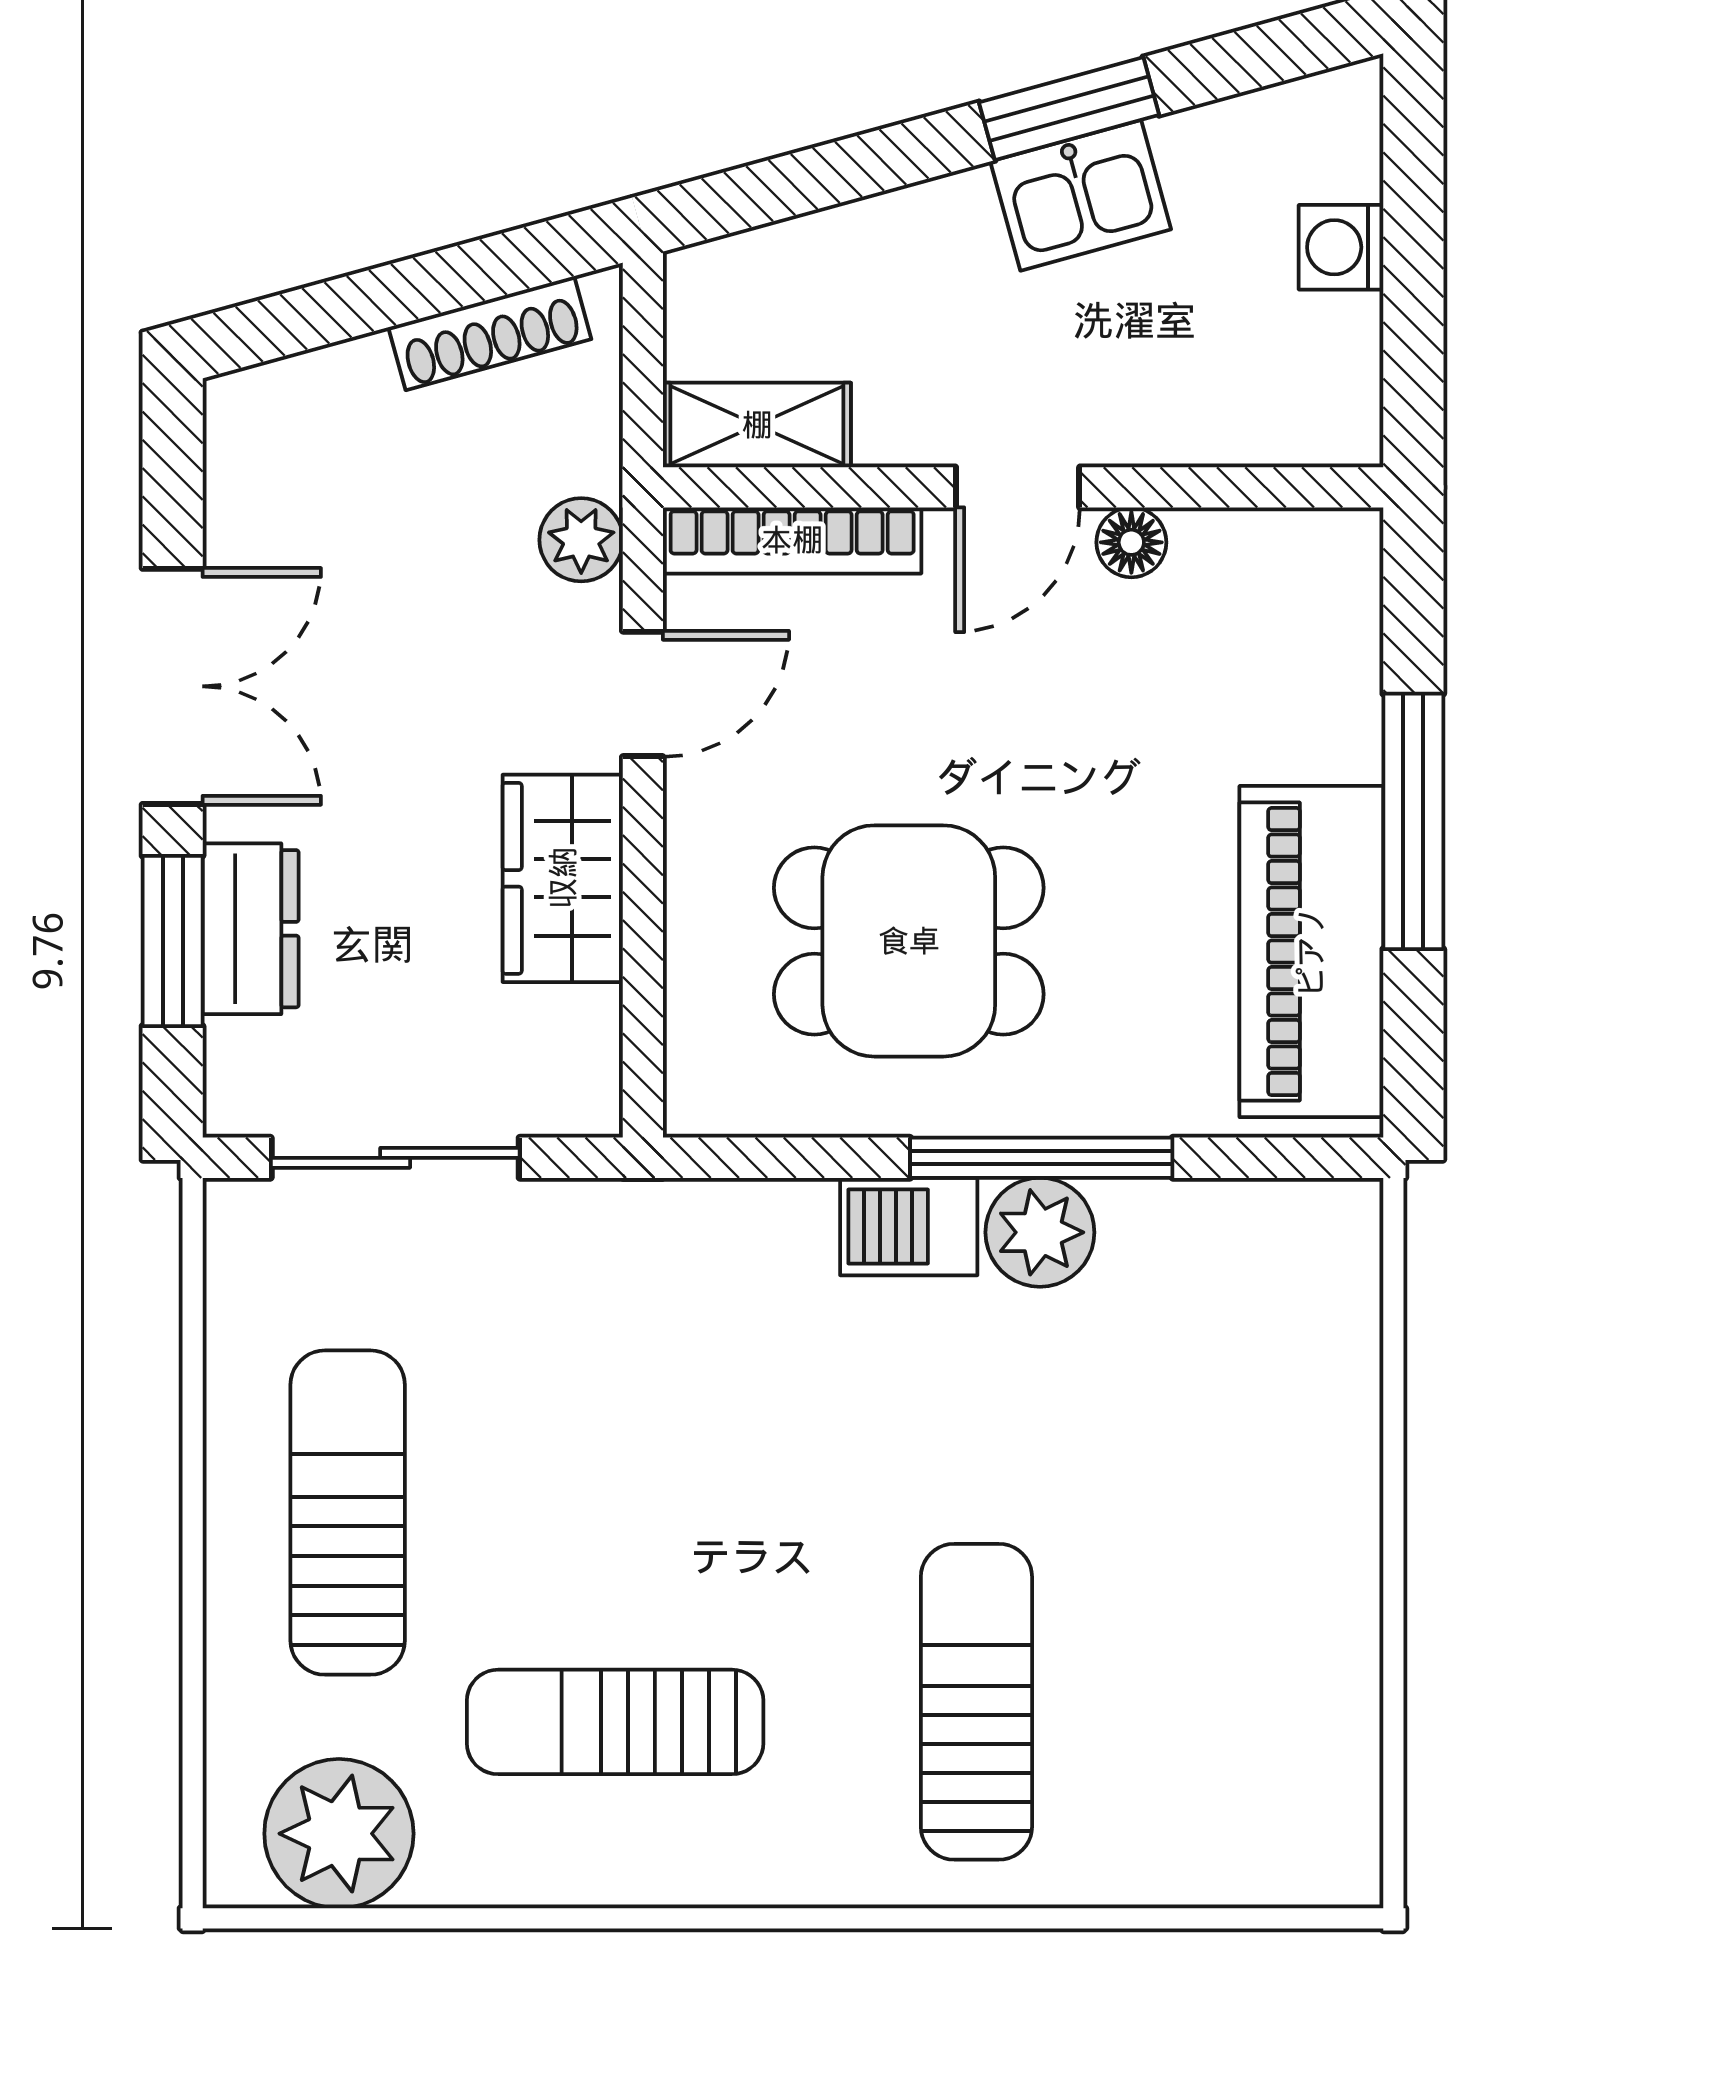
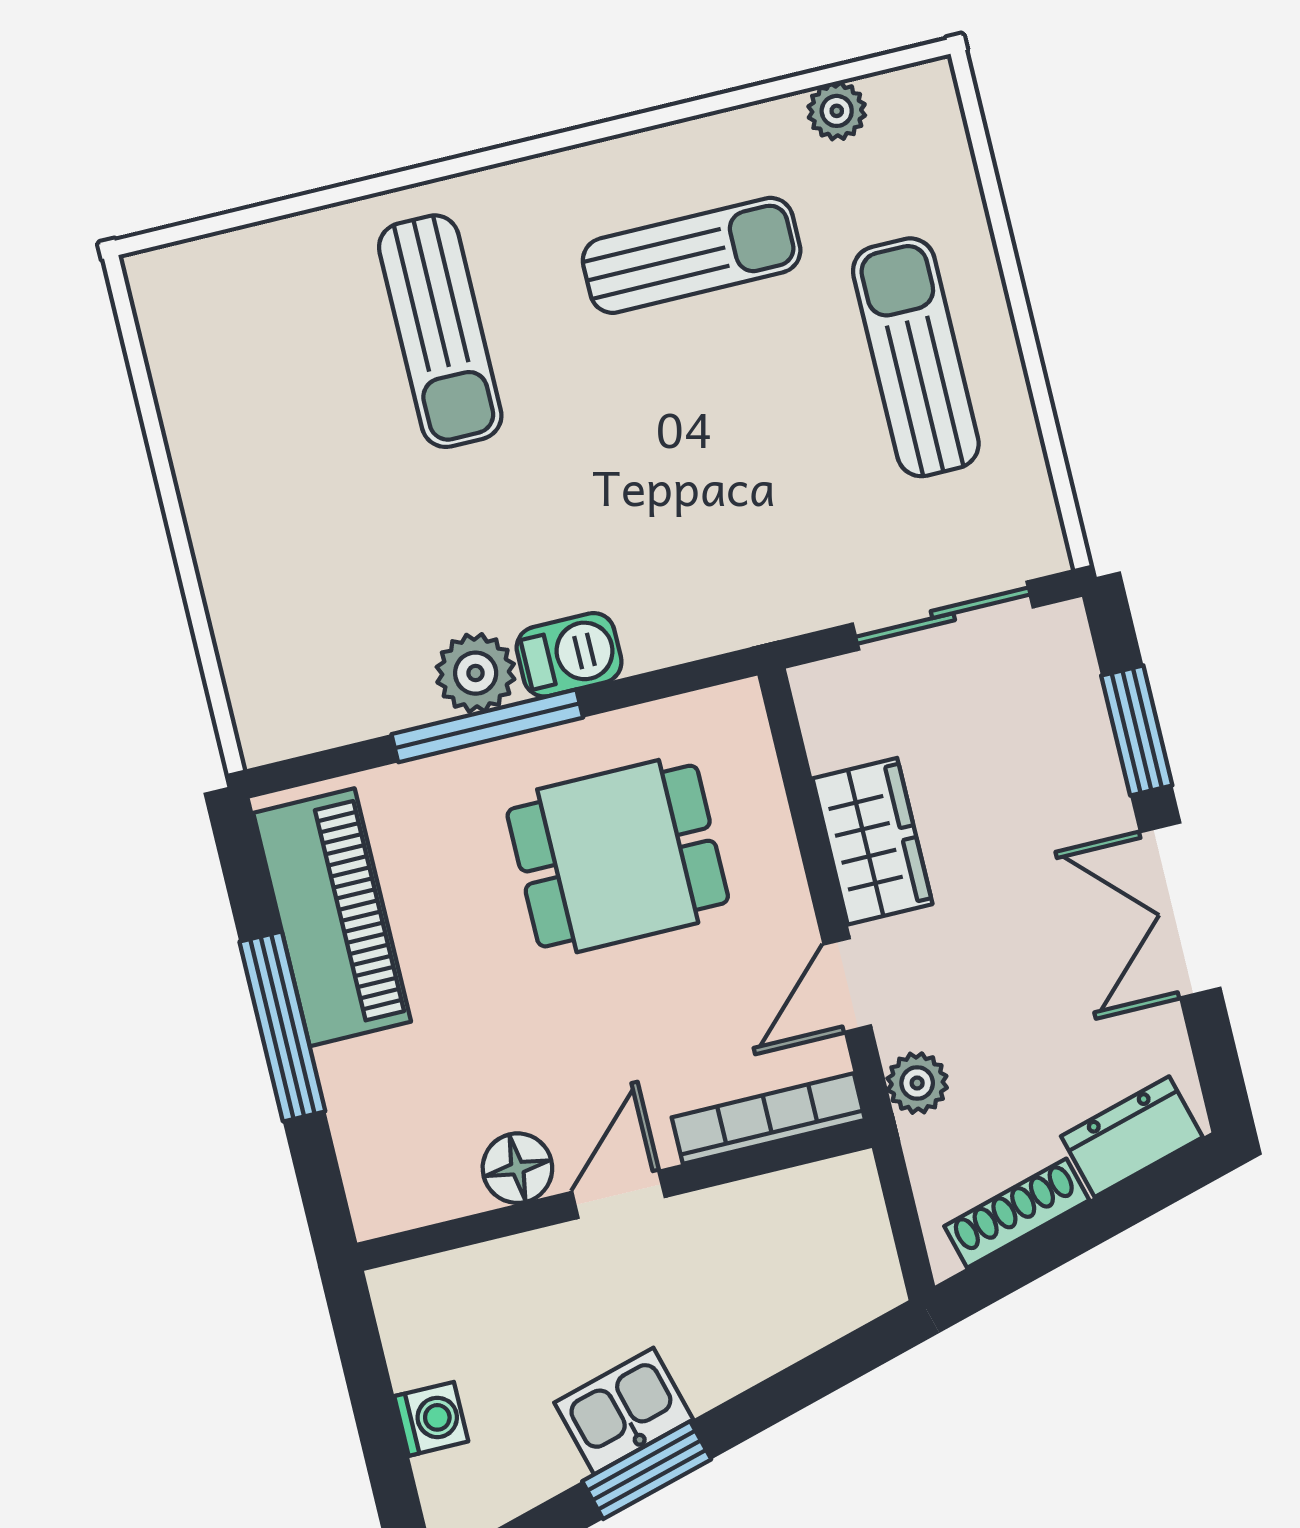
shelving: (757, 425) -> (813, 1194), removed
floor lamp: (1131, 542) -> (517, 1168), width x1.37, depth x1.37
dresser: (251, 929) -> (1132, 1137), moved, turned 75
sun lounger: (348, 1513) -> (916, 357), turned 180
plant: (339, 1834) -> (837, 111), width x0.53, depth x0.53

